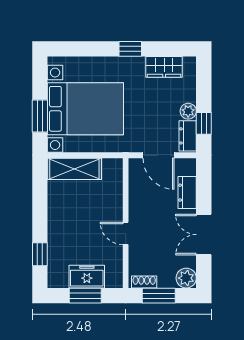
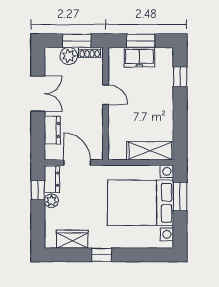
plant: (186, 278) -> (69, 56), moved

